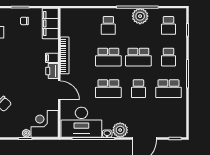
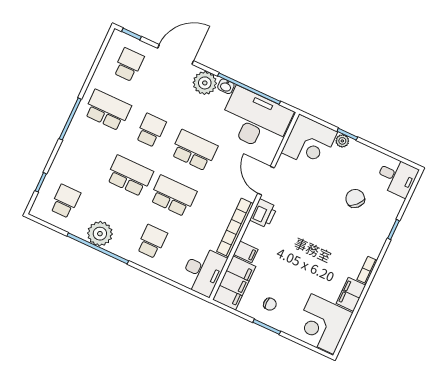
desk: (71, 22) -> (203, 271), added
school desk: (168, 57) -> (129, 65), moved
filing cabinet: (52, 58) -> (246, 252), moved

